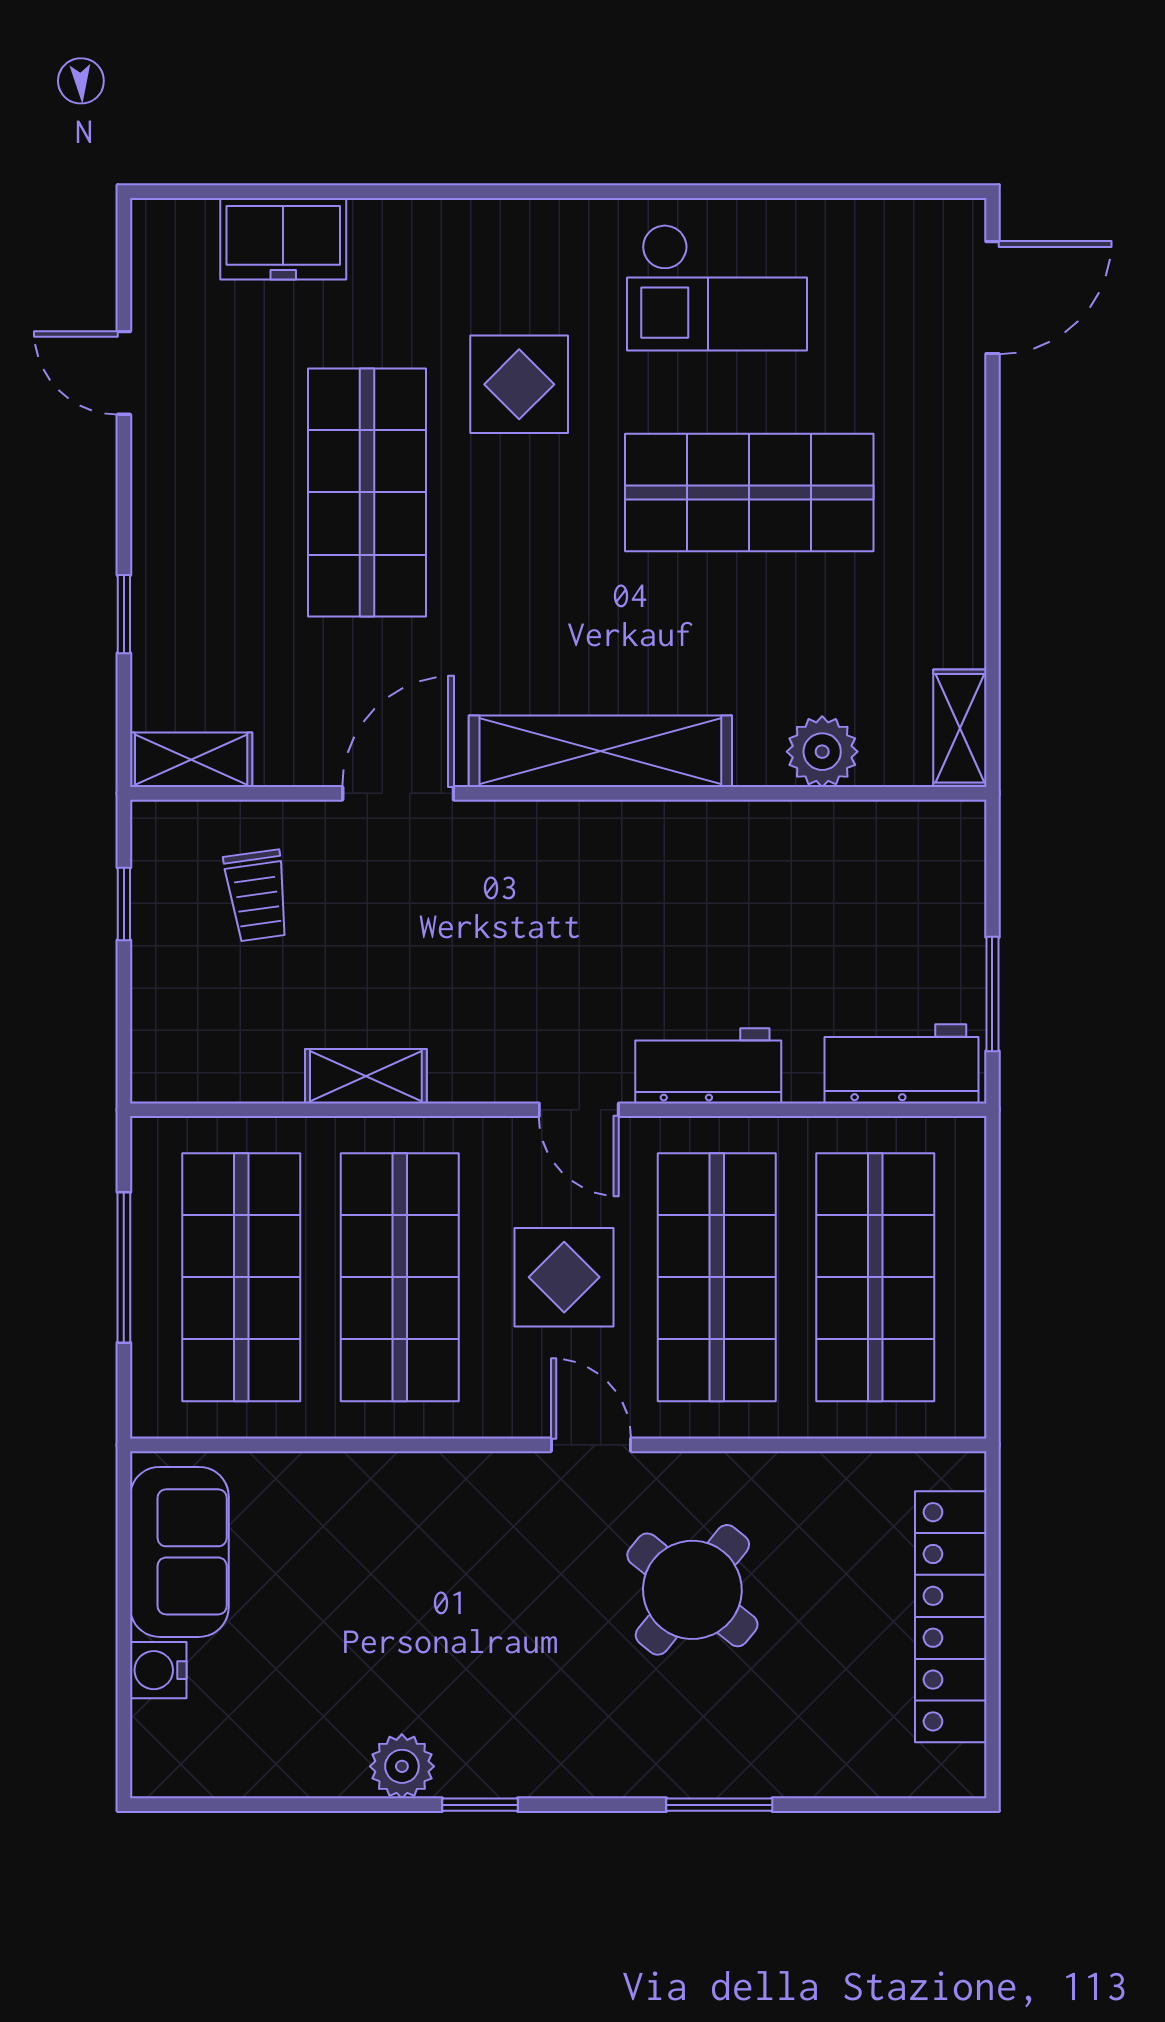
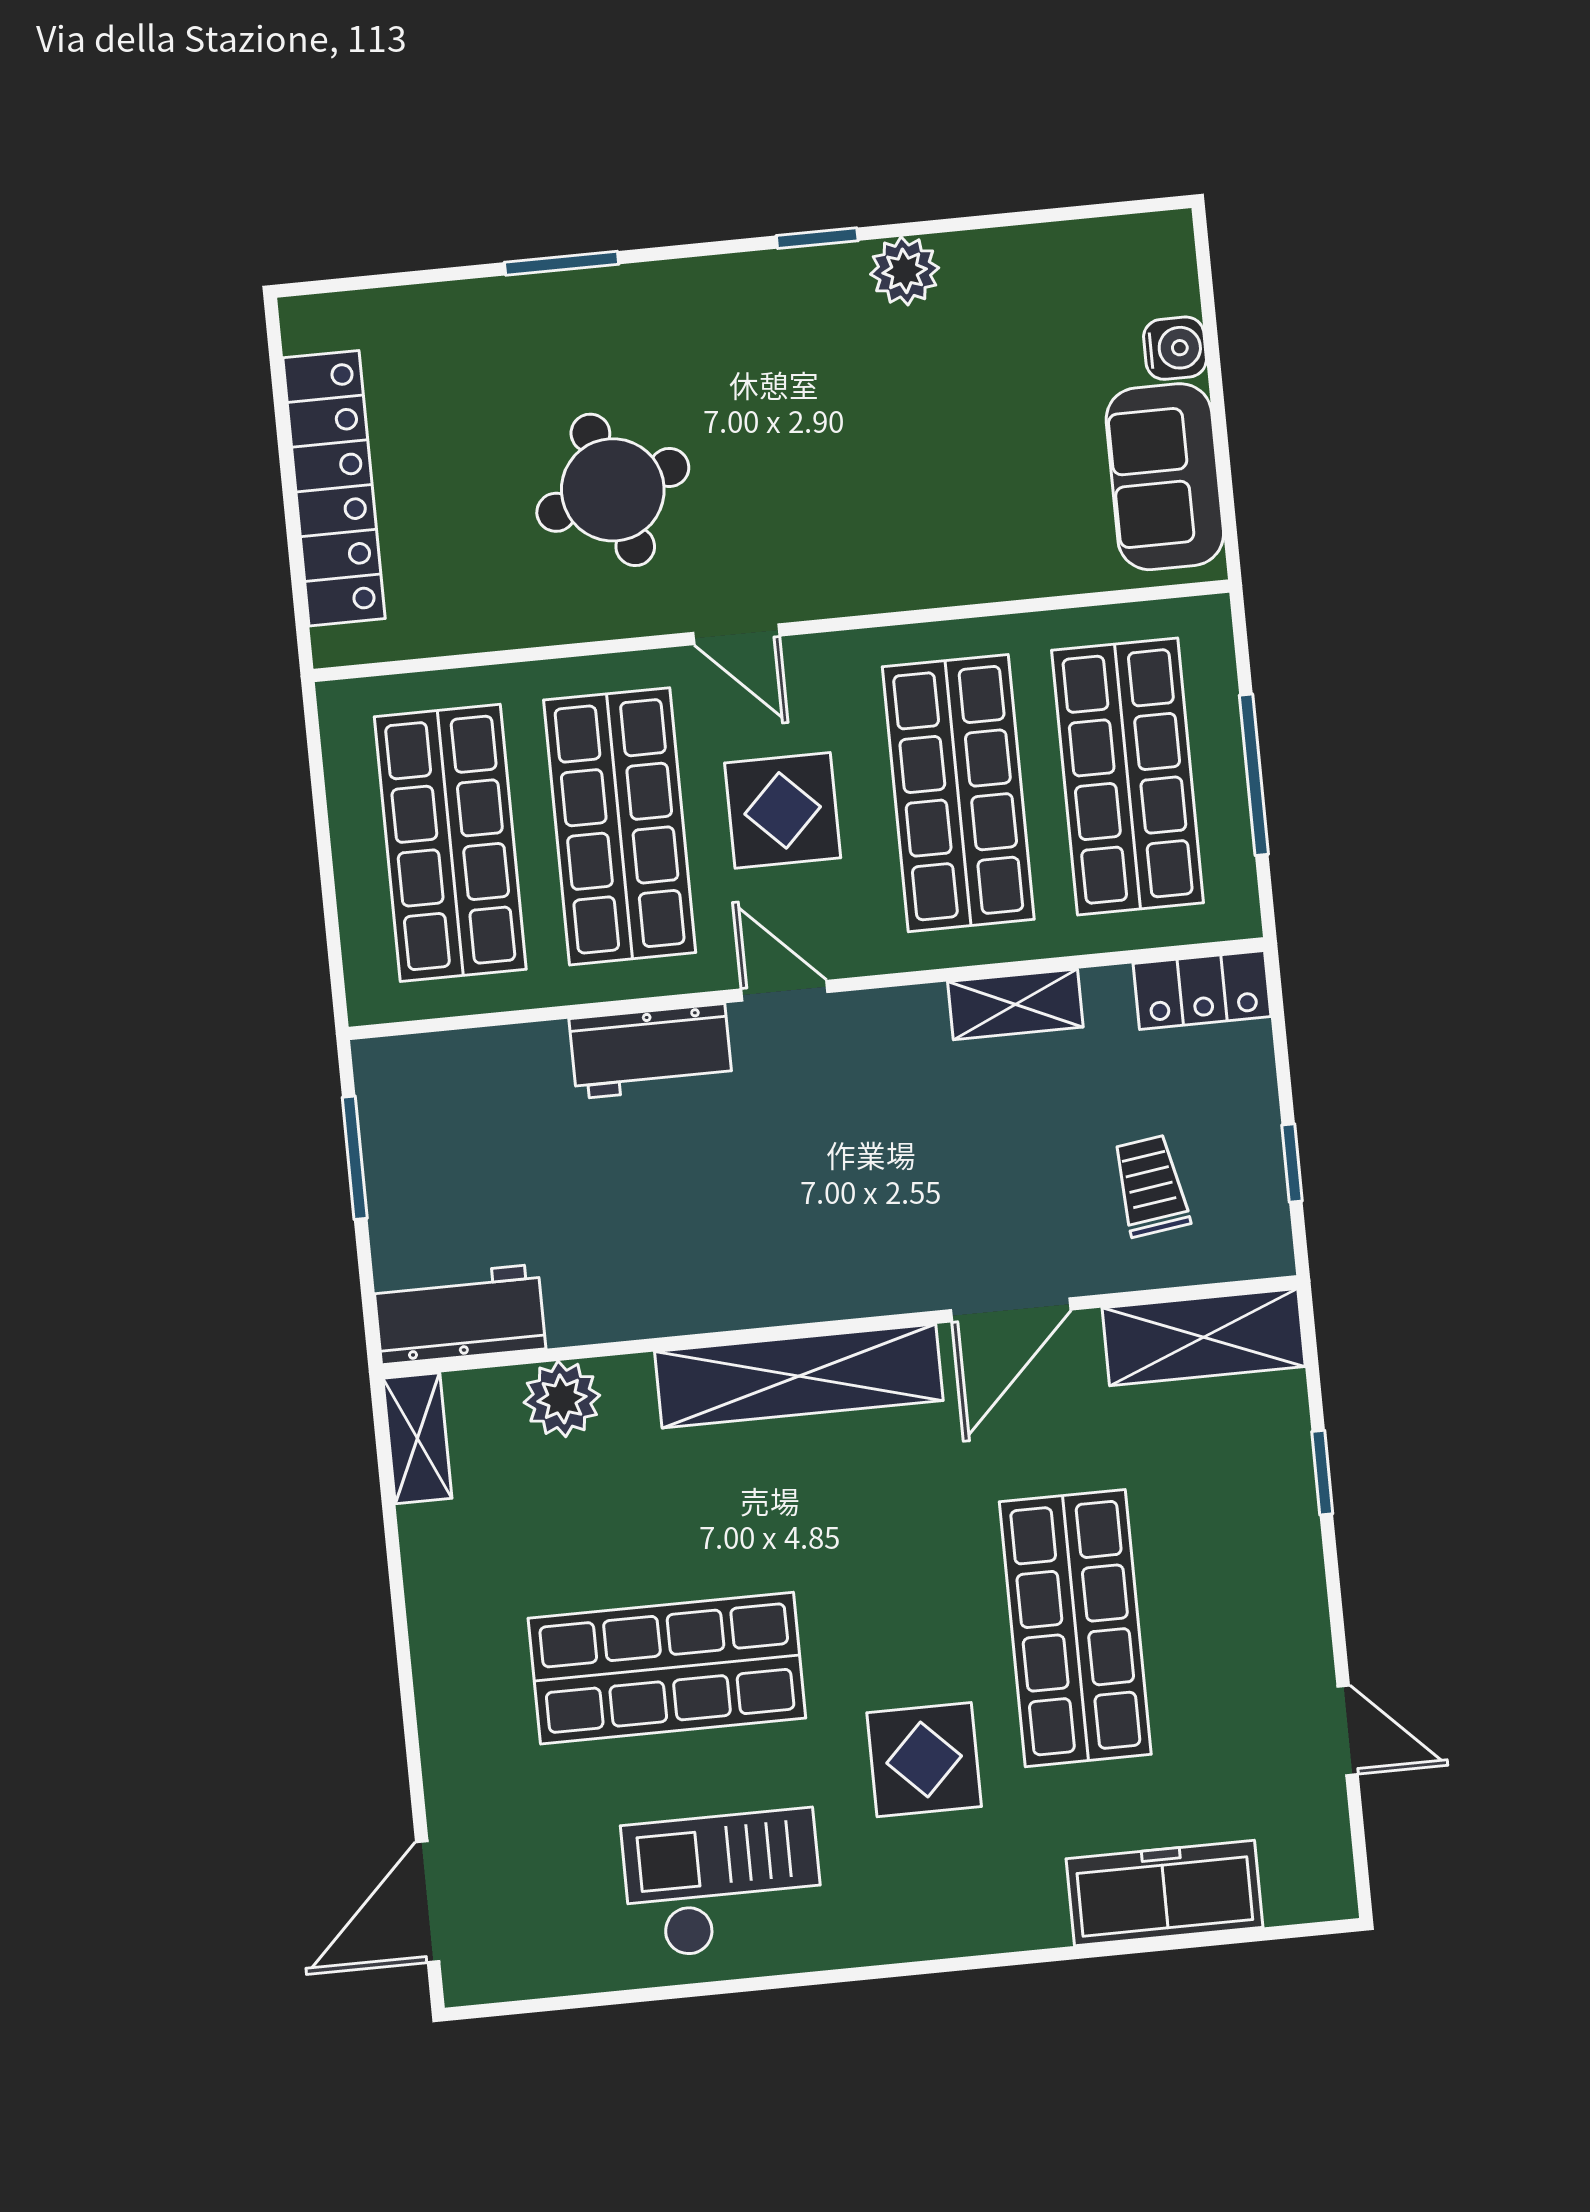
freezer: (283, 239) -> (1165, 1893), width x1.40
shelving: (191, 760) -> (1204, 1337), width x1.50, depth x1.33
workbench: (902, 1064) -> (460, 1314), moved, turned 180
locker: (192, 1073) -> (1202, 990), added
round table: (692, 1590) -> (613, 490), turned 35

